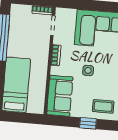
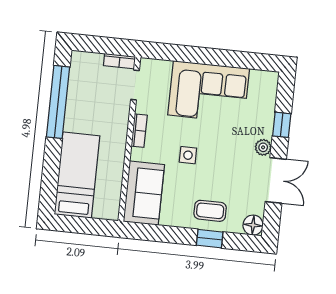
window: (88, 123) -> (210, 239), moved

